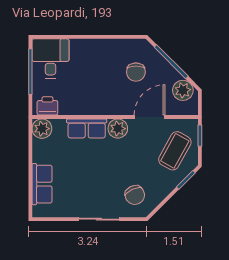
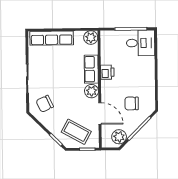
printer: (47, 106) -> (107, 72), moved
row of seats: (42, 184) -> (52, 38), width x1.48

